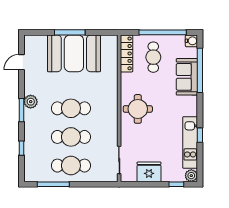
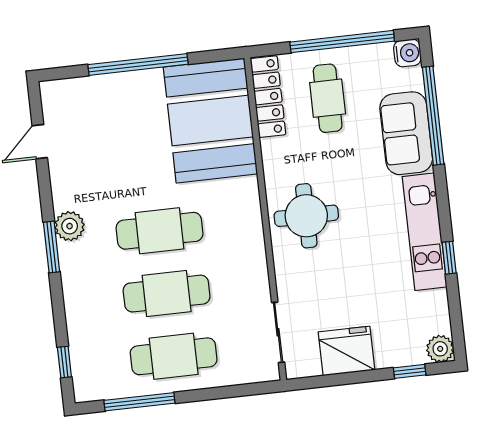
window: (70, 32) -> (138, 64), width x1.46
booth: (74, 53) -> (210, 120), moved, turned 90
kitchen unit: (190, 142) -> (425, 232), moved
window: (22, 148) -> (64, 362), moved

